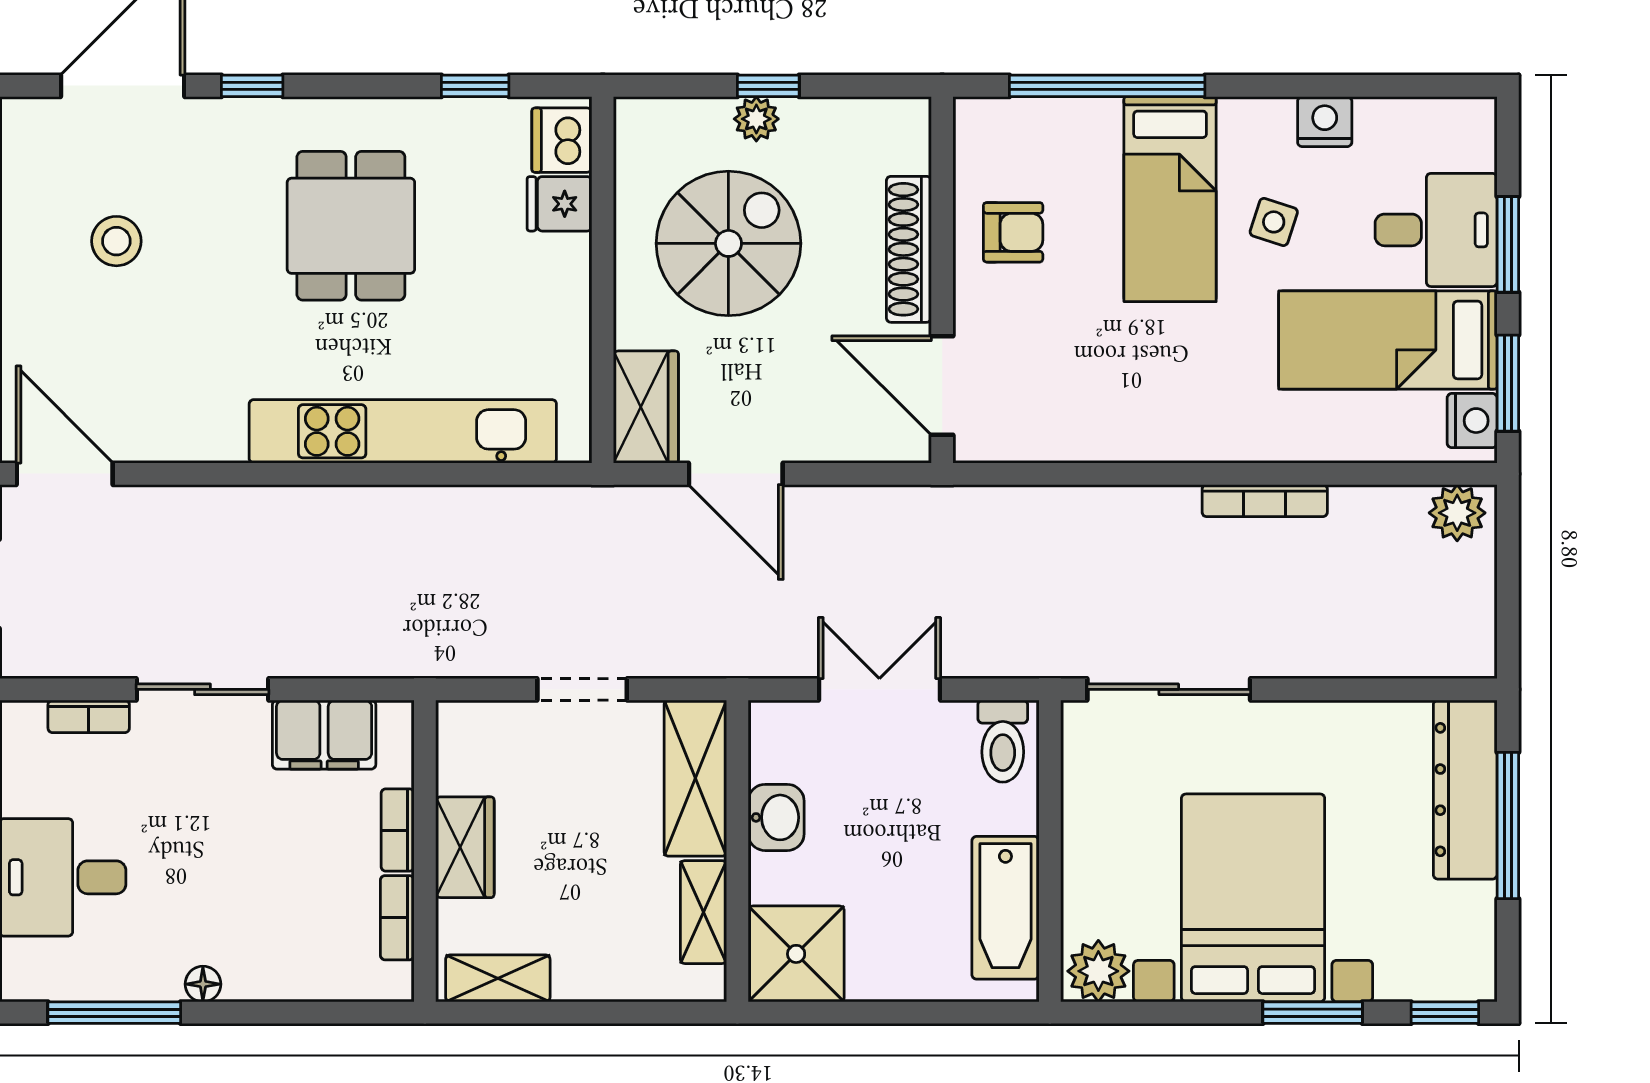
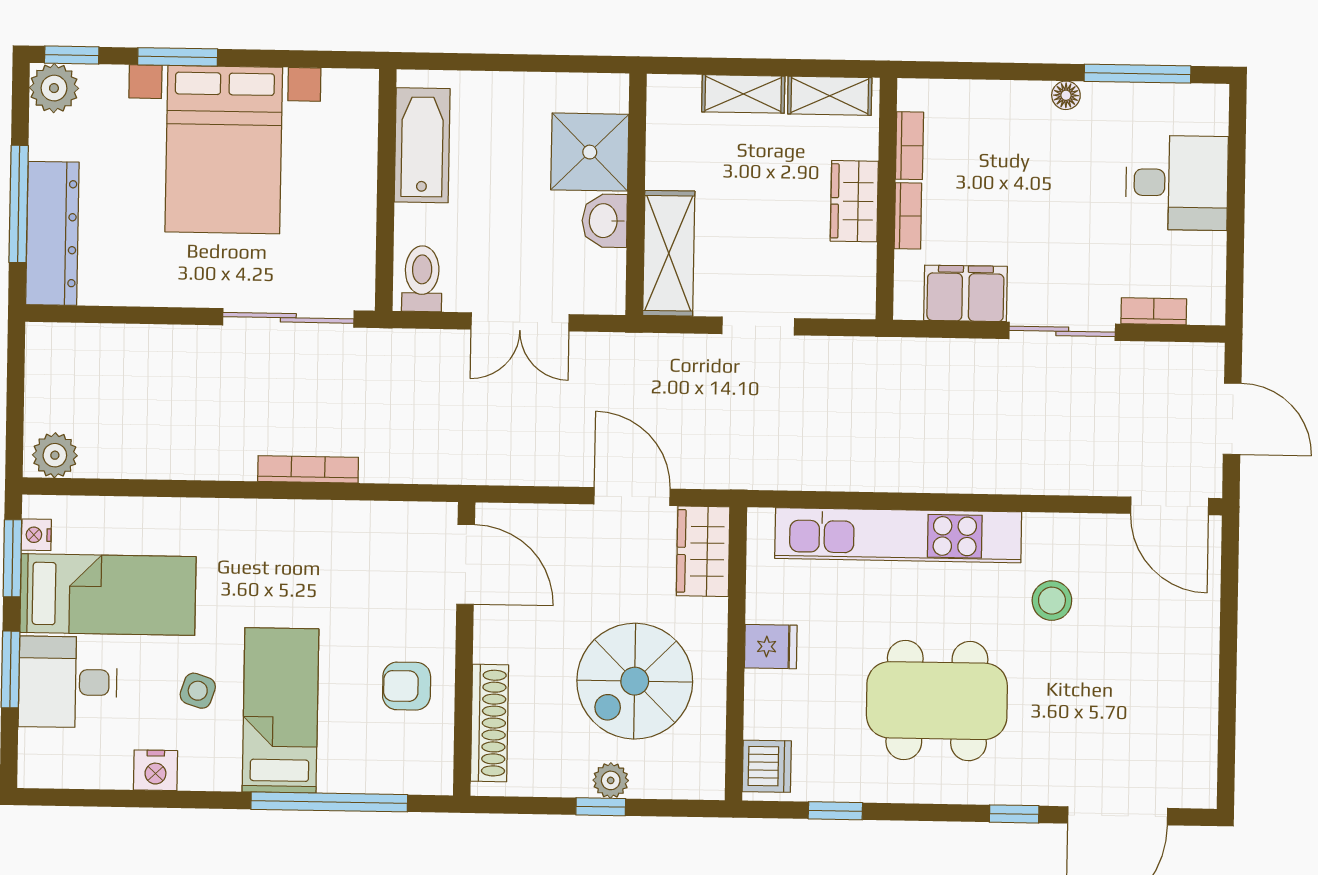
fridge: (559, 204) -> (771, 647), moved
dining table: (351, 226) -> (937, 701), width x1.37
stool: (116, 241) -> (1052, 601), moved
shoe rack: (909, 249) -> (490, 723), moved
nightstand: (1472, 421) -> (36, 535), width x0.72, depth x0.74
bookcase: (1265, 501) -> (308, 469), moved
shelving: (703, 912) -> (743, 94), moved, turned 90
shower: (796, 954) -> (590, 152), moved
plant: (1098, 971) -> (54, 88), moved

